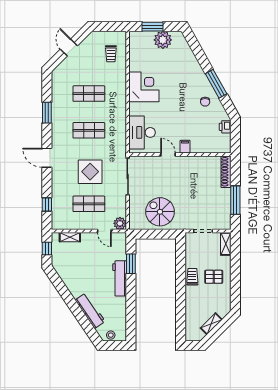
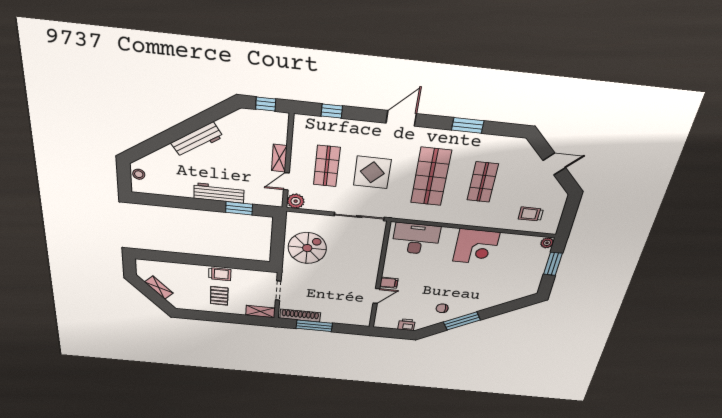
plant: (163, 40) -> (547, 243), moved, width x0.53, depth x0.53
shop shelf: (89, 130) -> (431, 177), width x1.43, depth x1.36
door: (168, 155) -> (376, 296), moved
shoe rack: (226, 172) -> (300, 316), moved
shelving: (70, 237) -> (279, 158), moved
workbench: (90, 311) -> (197, 140), moved

